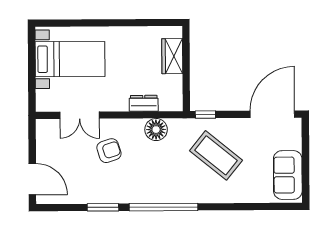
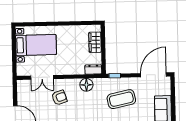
dresser: (144, 103) -> (93, 69), moved
coffee table: (216, 155) -> (121, 99), turned -51

